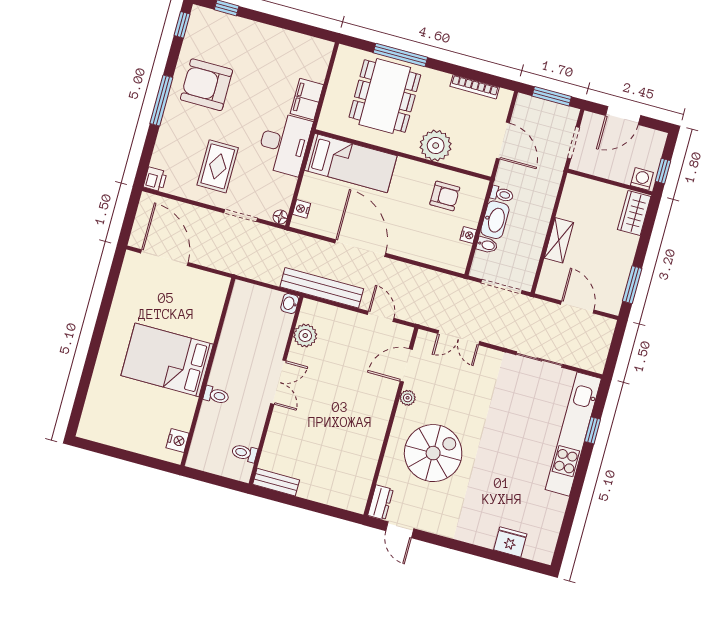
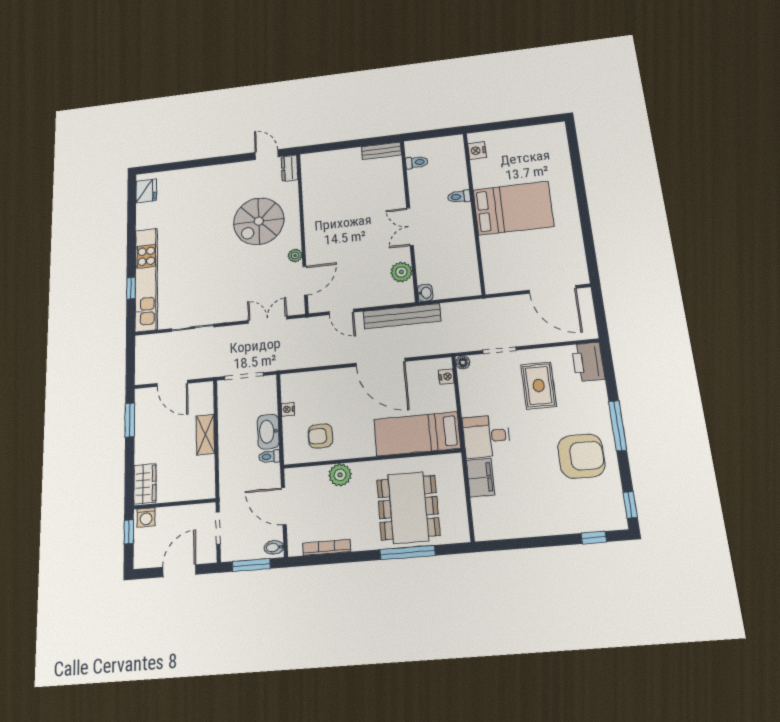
desk: (284, 144) -> (486, 436), width x0.73
plant: (436, 146) -> (340, 475), width x0.73, depth x0.73
printer: (155, 179) -> (588, 362), width x1.87, depth x1.48
bidet: (487, 245) -> (274, 547), moved
fridge: (510, 542) -> (146, 191), moved, turned -90

